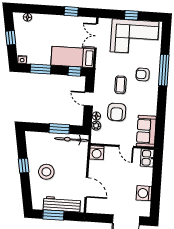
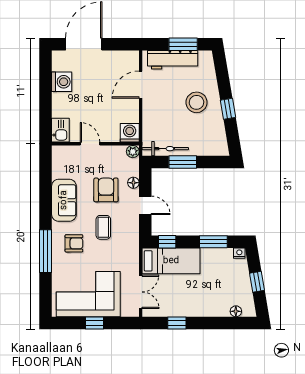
plant: (96, 126) -> (133, 152), moved
sofa: (146, 131) -> (64, 200), moved
door: (86, 187) -> (141, 85), hinge flipped

